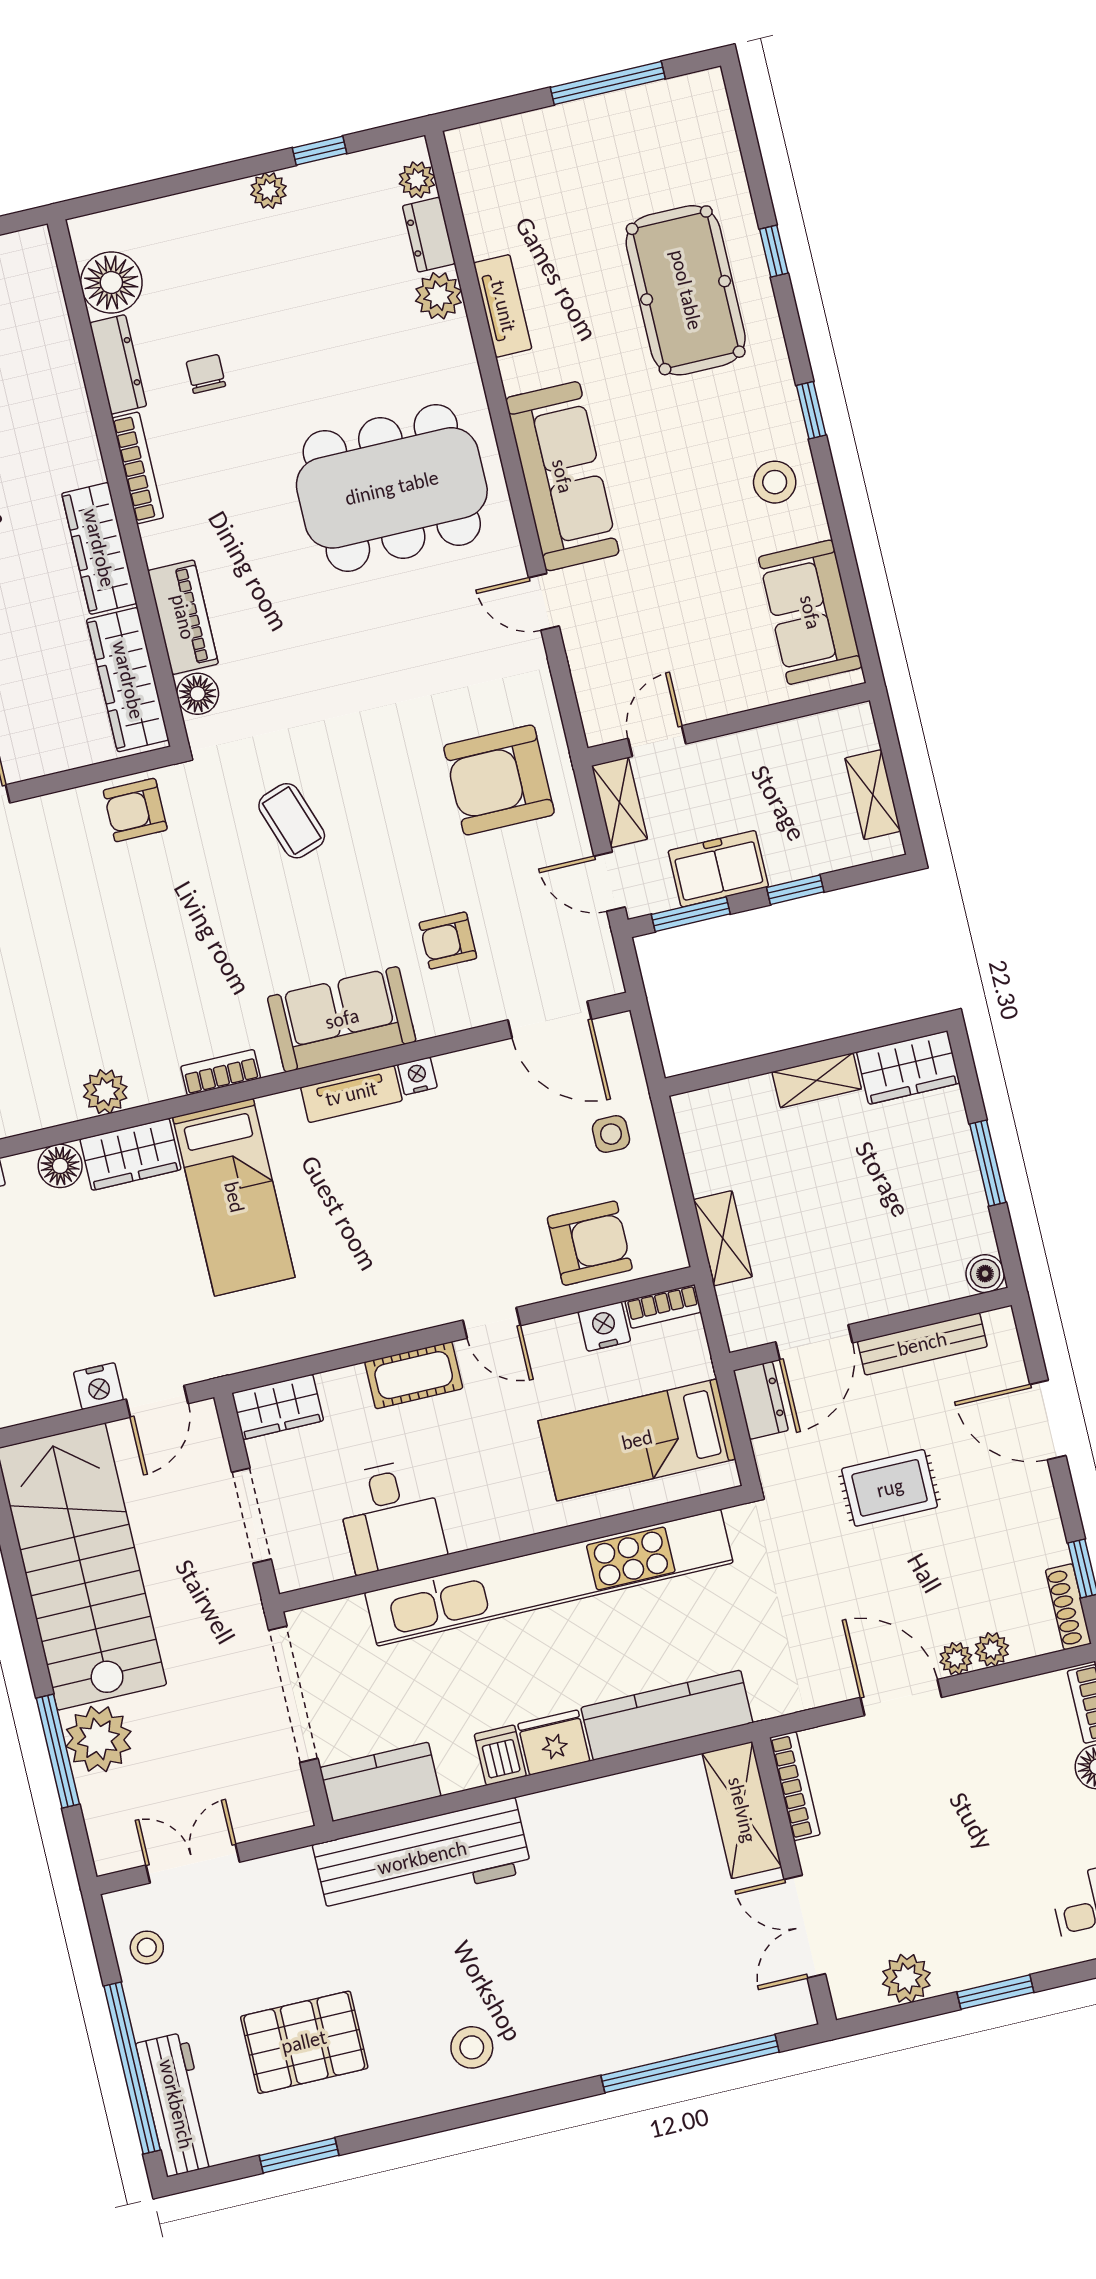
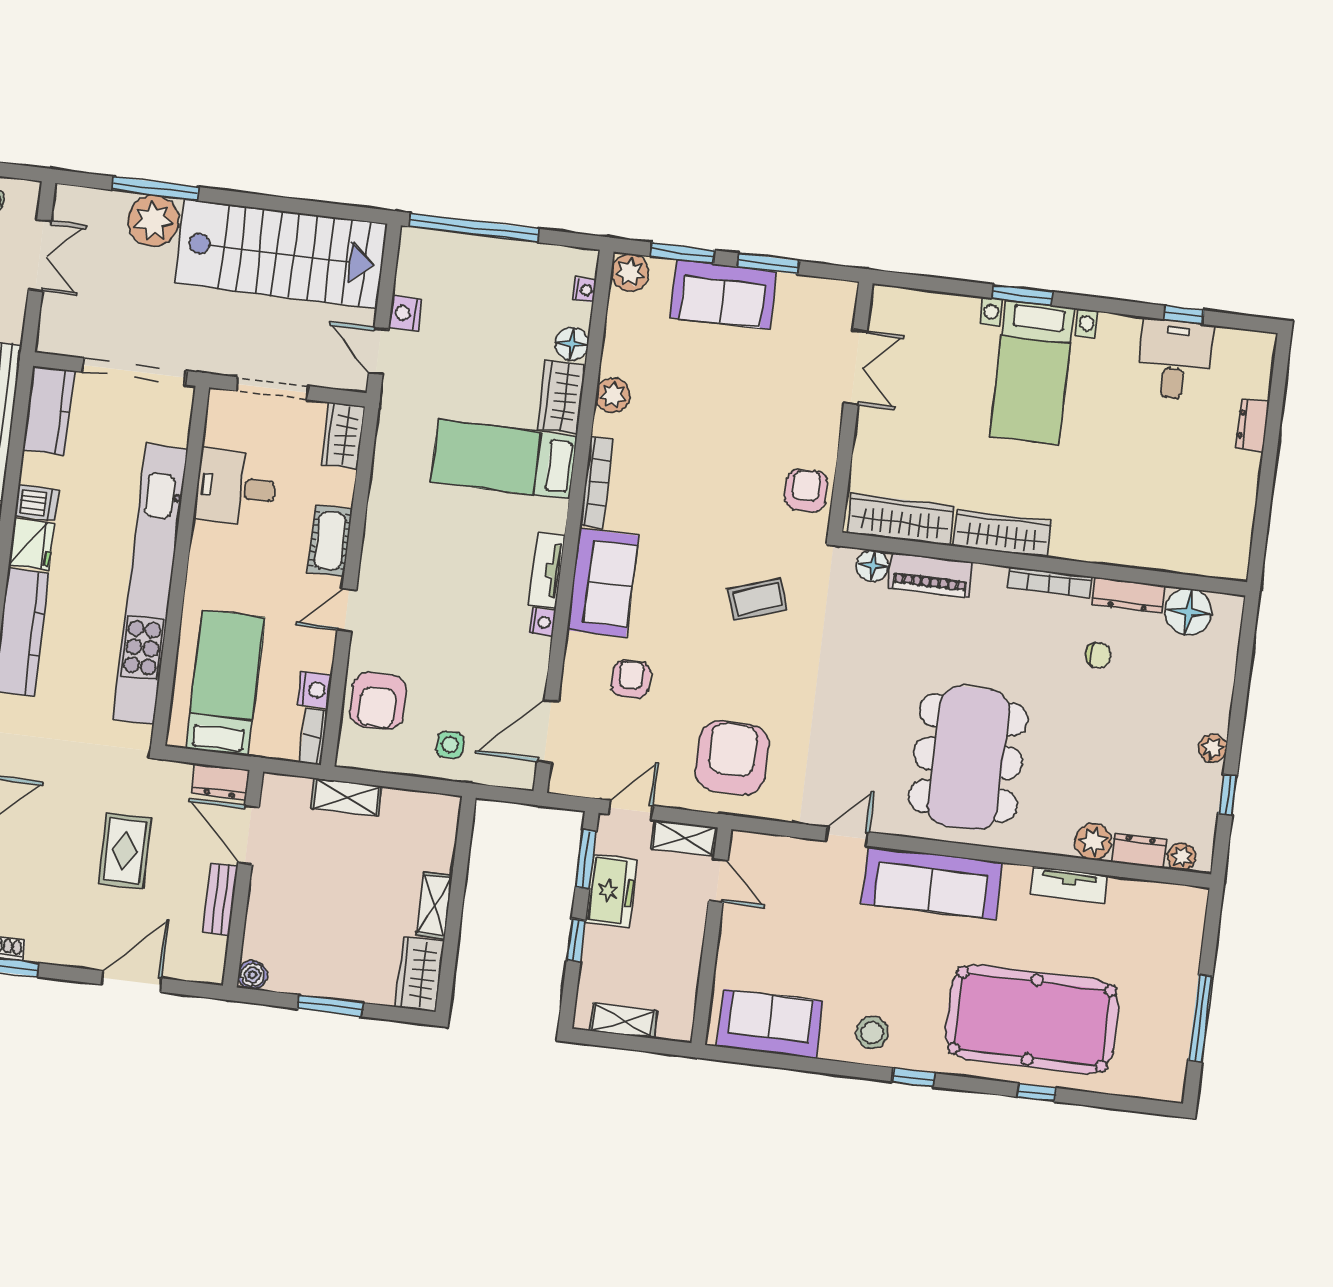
pool table: (686, 290) -> (1032, 1019), width x1.36, depth x1.32
bookcase: (221, 1072) -> (597, 483), width x1.56
bench: (922, 1344) -> (220, 899), width x0.73

